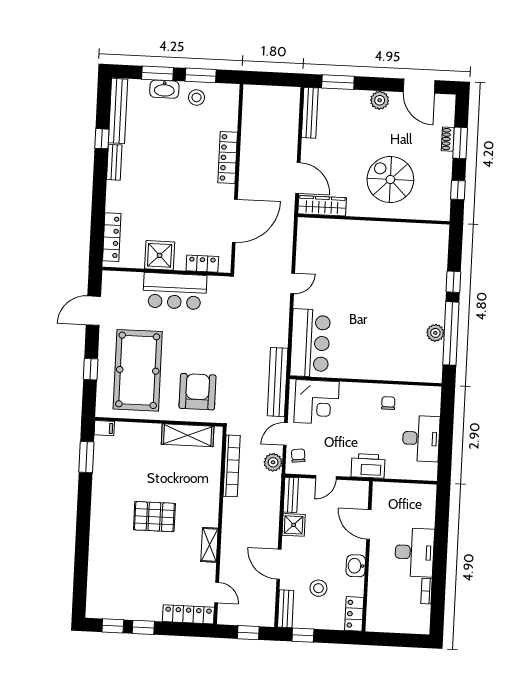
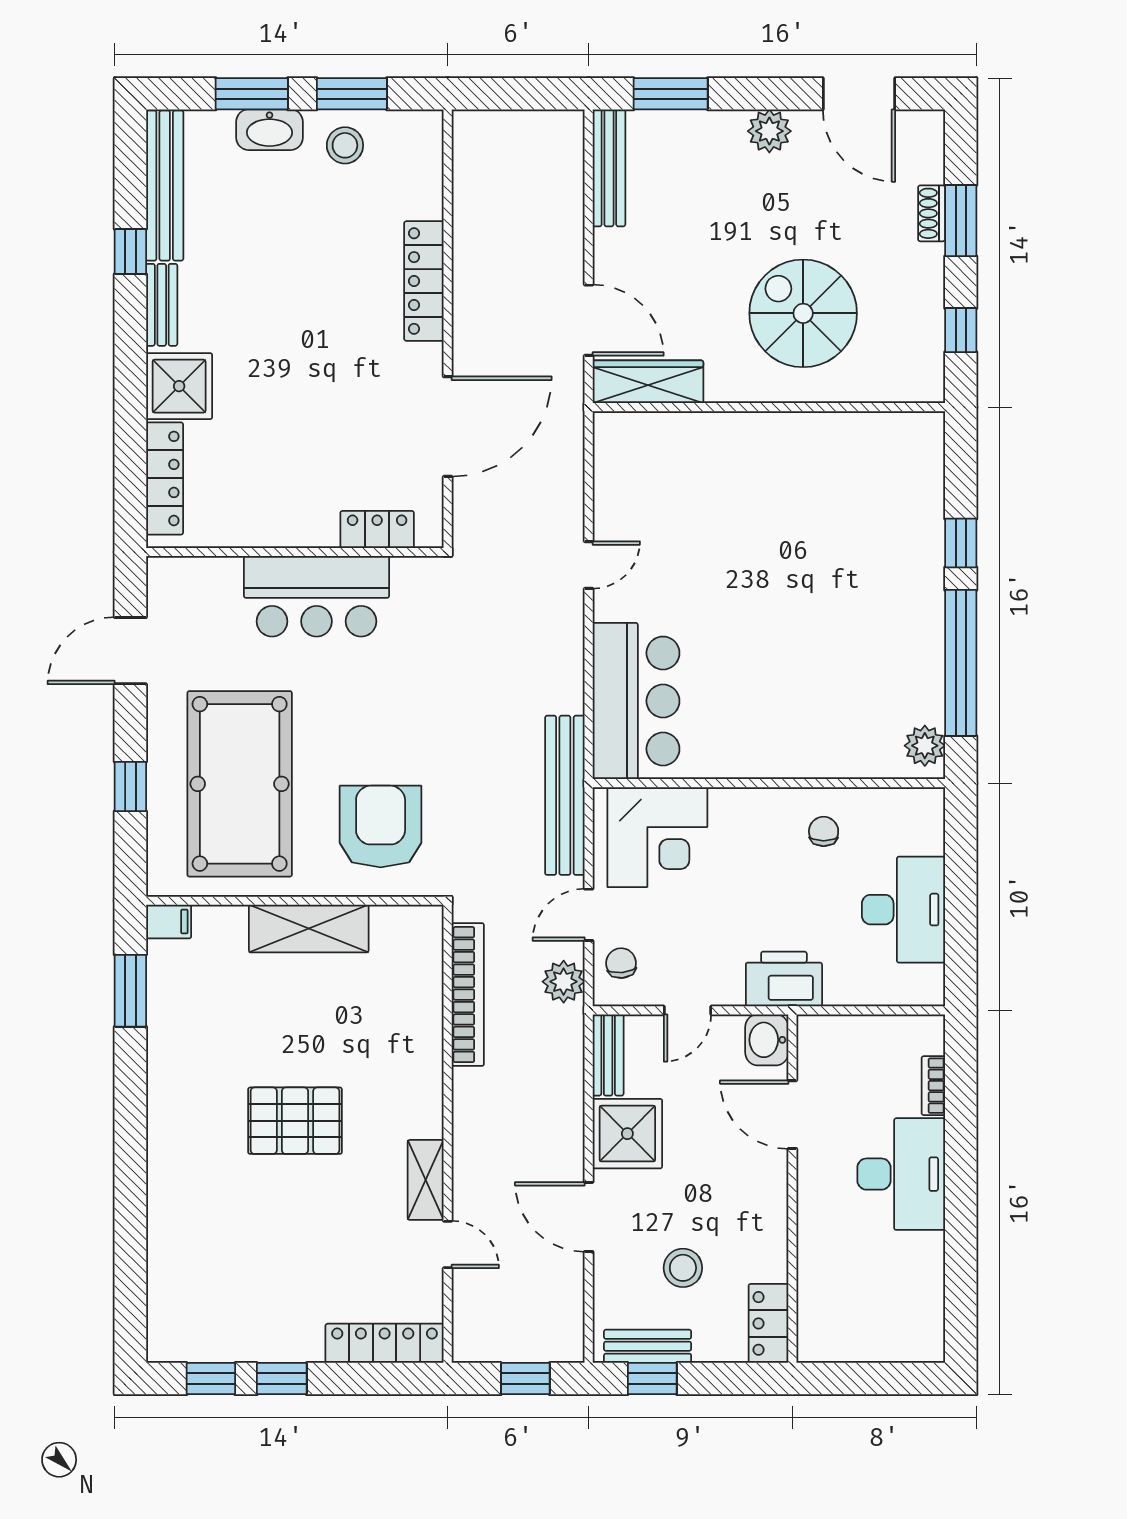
shower: (160, 255) -> (179, 386), moved
plant: (435, 333) -> (925, 746), moved
shelving: (188, 435) -> (309, 928), moved
shower: (294, 525) -> (627, 1134), width x1.36, depth x1.36
washbasin: (356, 566) -> (767, 1040), moved
bookcase: (426, 591) -> (933, 1086), moved
door: (217, 593) -> (448, 1245), moved
bench: (286, 609) -> (648, 1346), moved, turned 90

